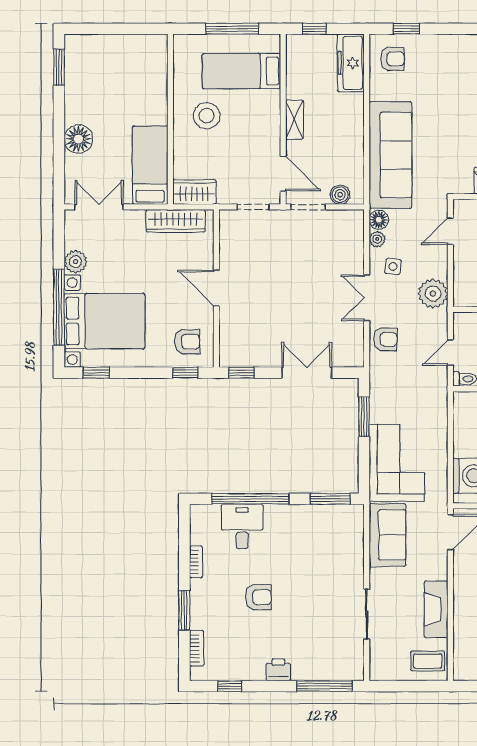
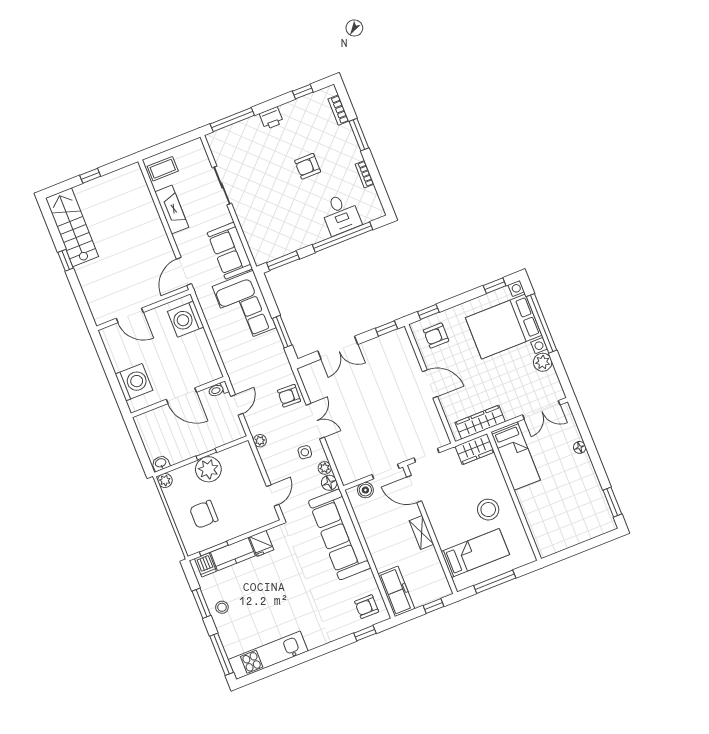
floor lamp: (78, 139) -> (580, 447), width x0.53, depth x0.53
plant: (433, 294) -> (260, 441), width x0.53, depth x0.53

